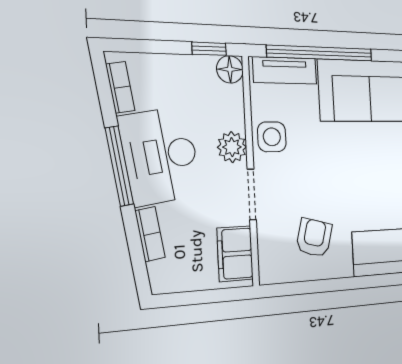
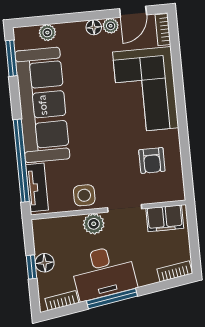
window: (209, 49) -> (31, 267), moved
floor lamp: (230, 69) -> (45, 263), moved
bookcase: (150, 234) -> (175, 271), moved
armchair: (314, 238) -> (152, 160), turned -105

